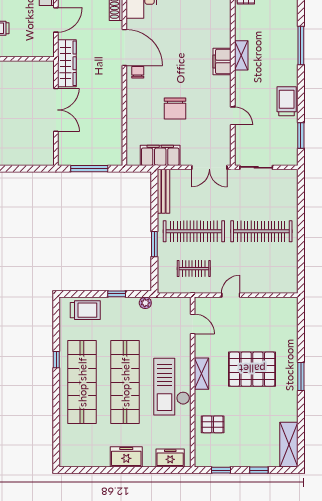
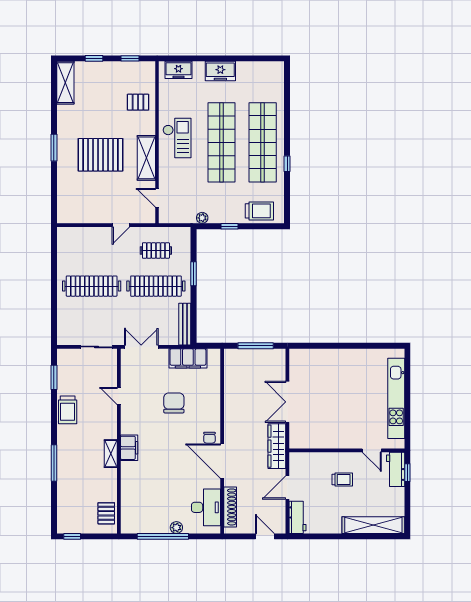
trolley: (85, 310) -> (259, 211), turned 180
shelving: (202, 374) -> (146, 158), width x1.50, depth x1.33
checkout: (172, 387) -> (177, 138), width x0.73, depth x0.83

